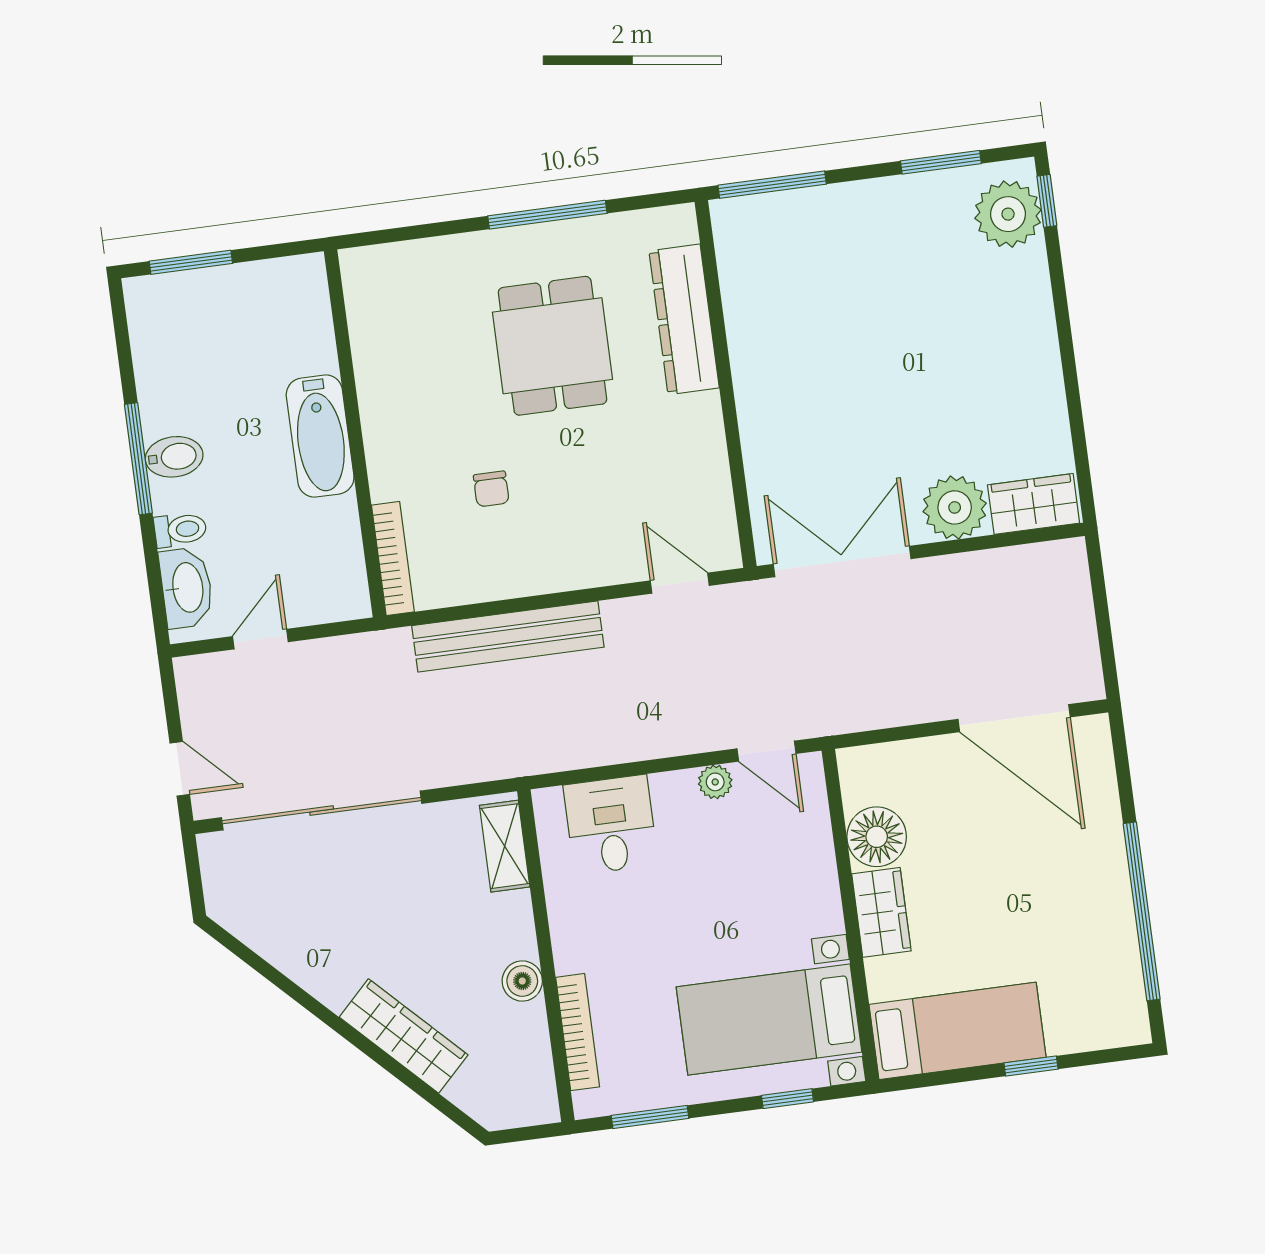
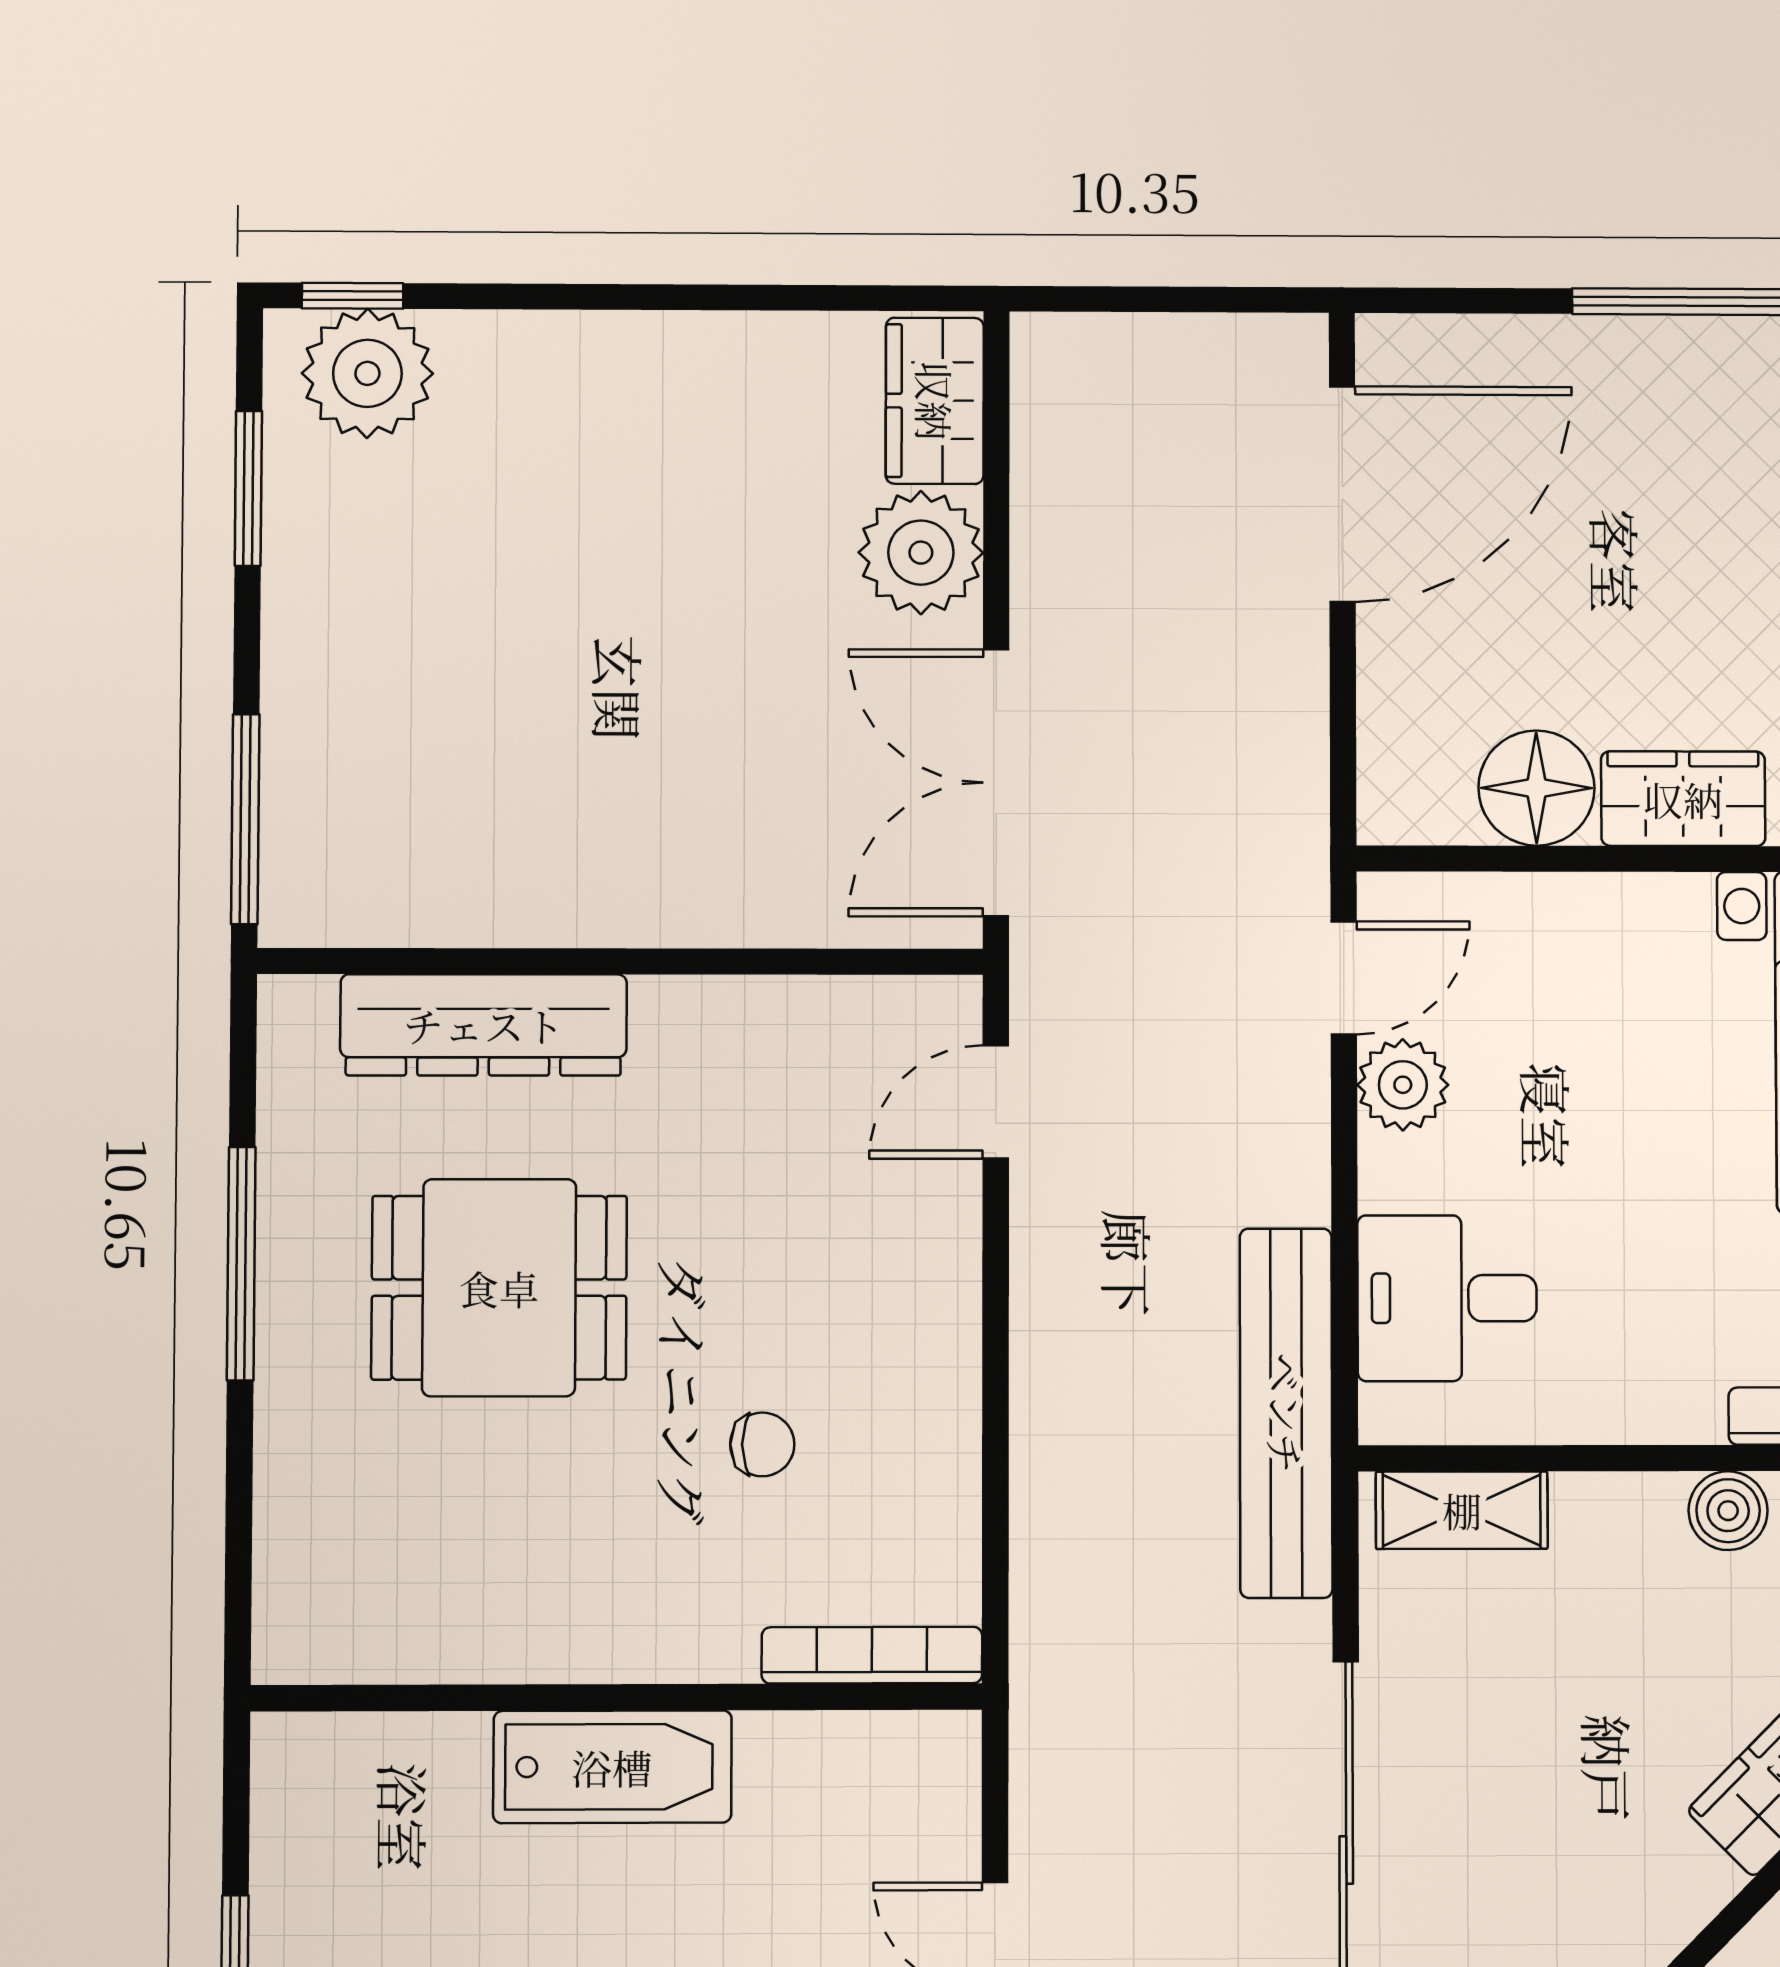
bench: (508, 636) -> (1286, 1413), moved
plant: (715, 782) -> (1403, 1085), width x1.38, depth x1.38

